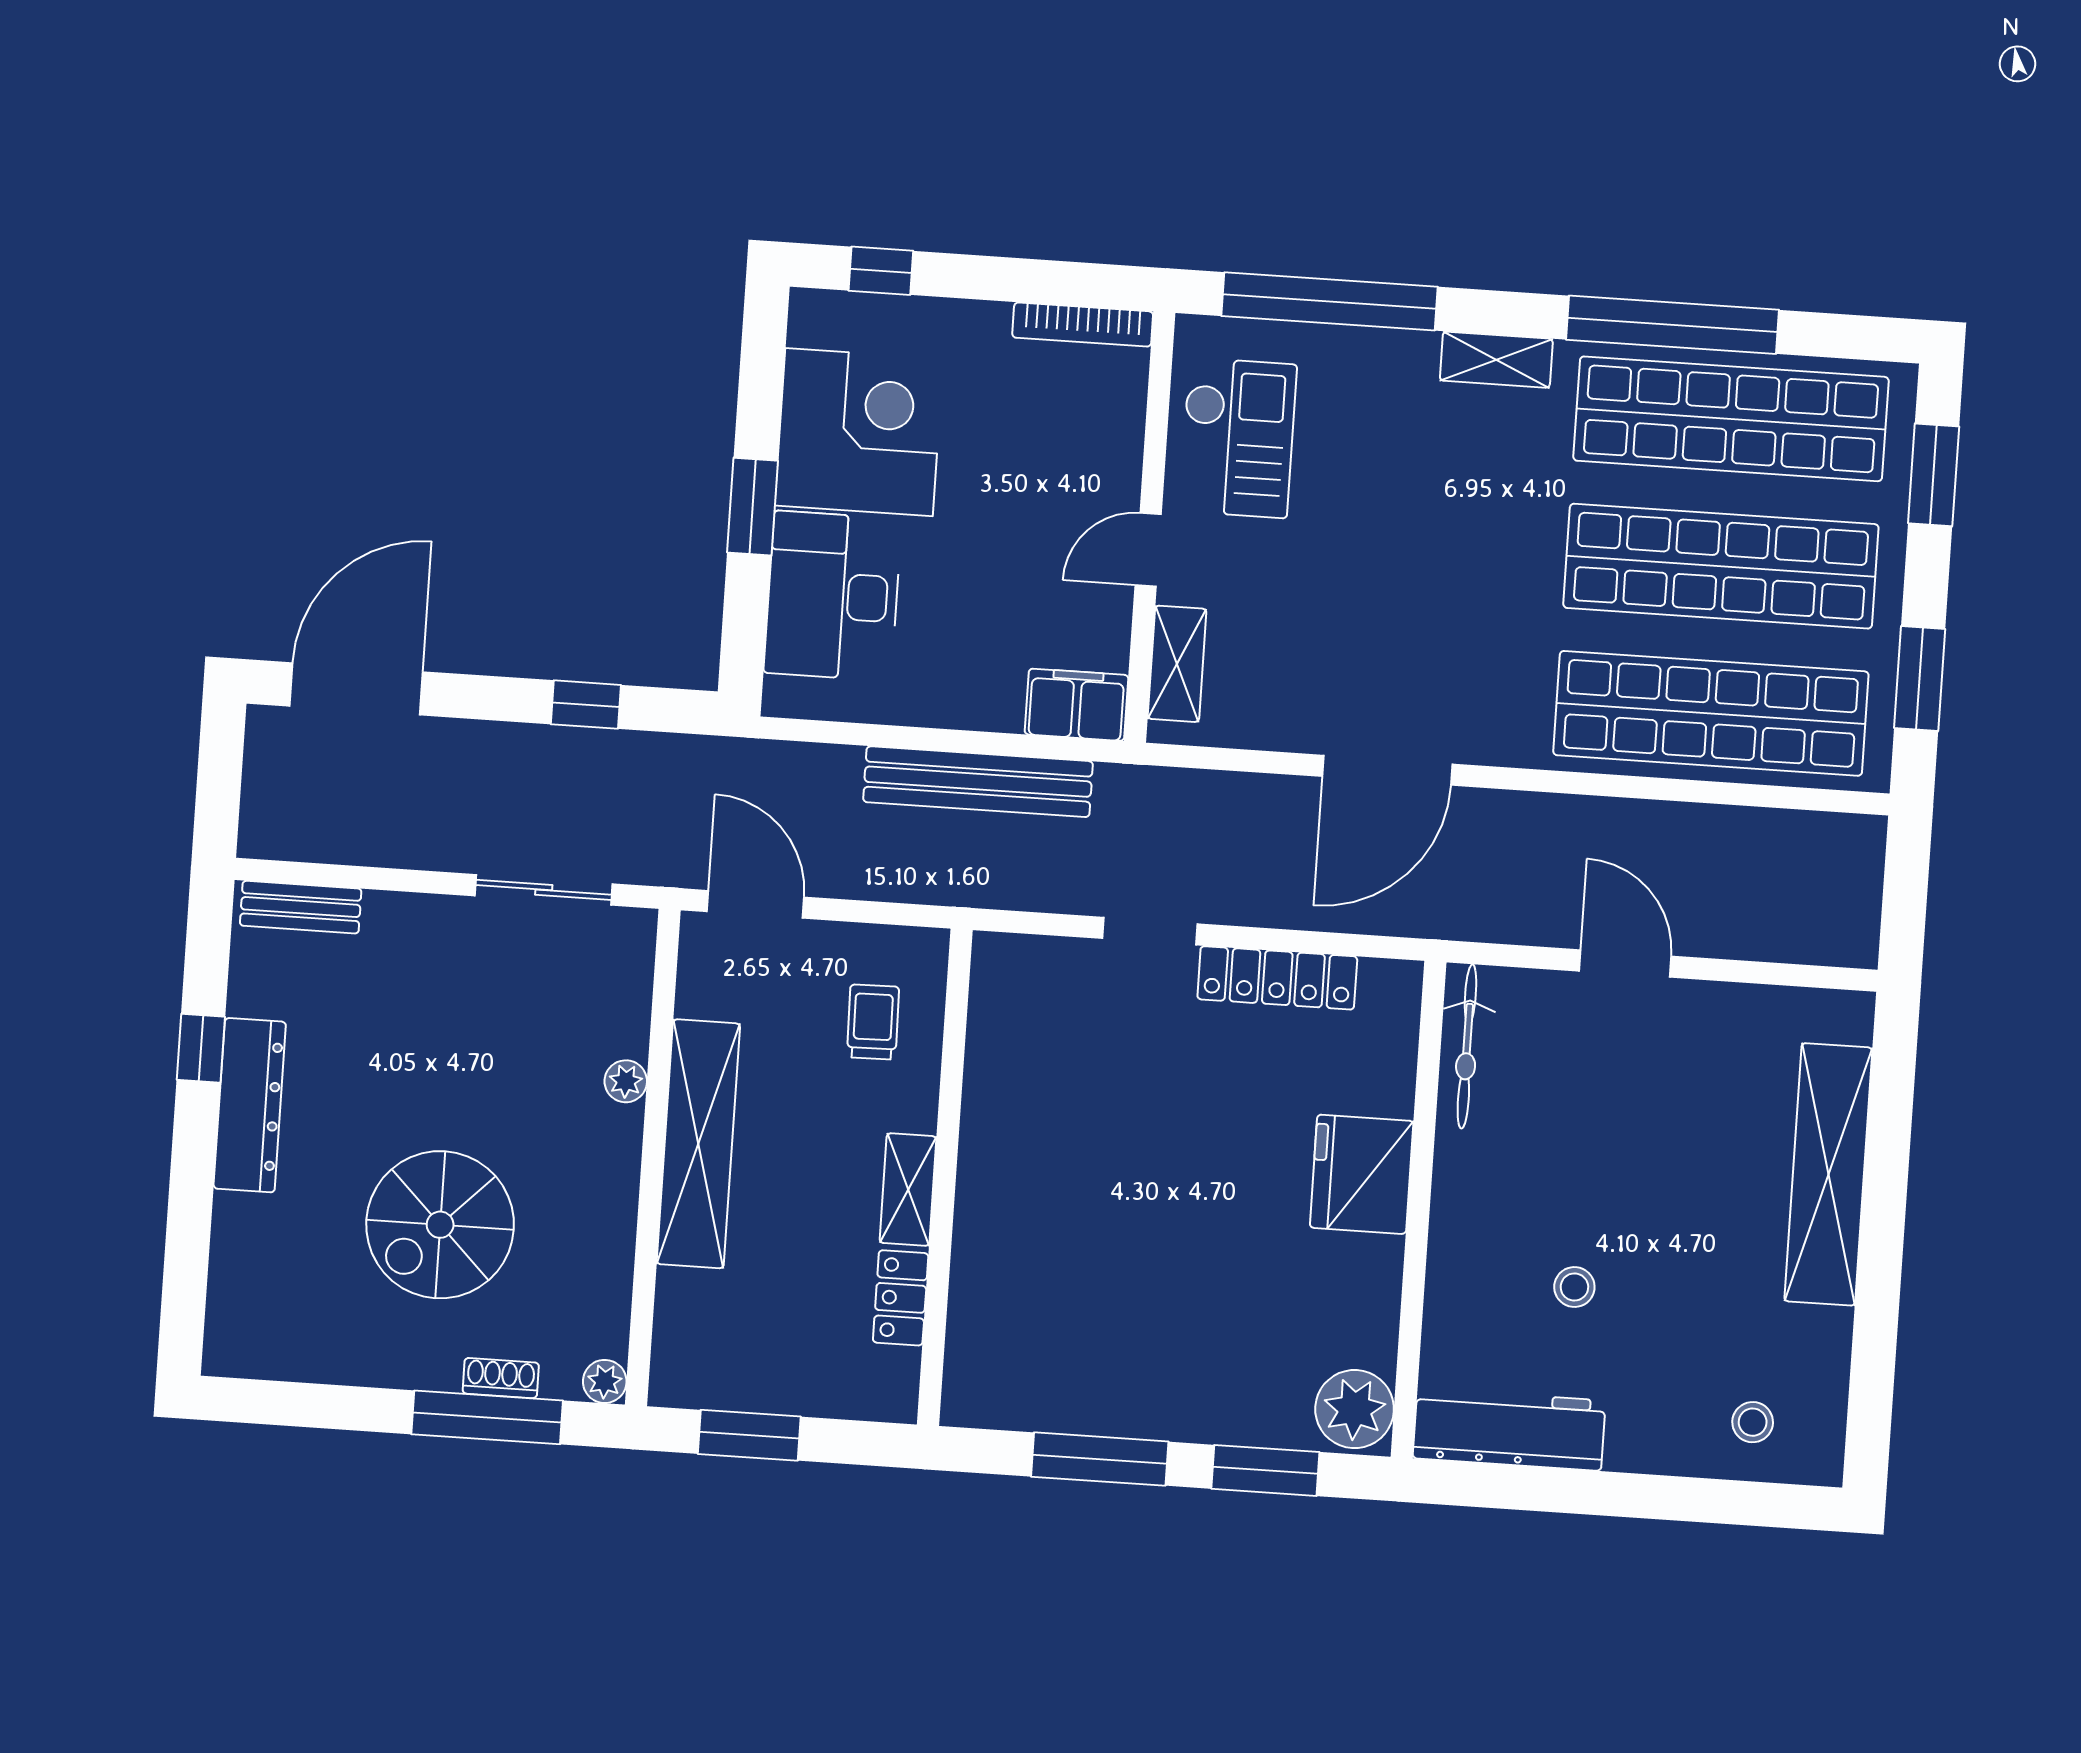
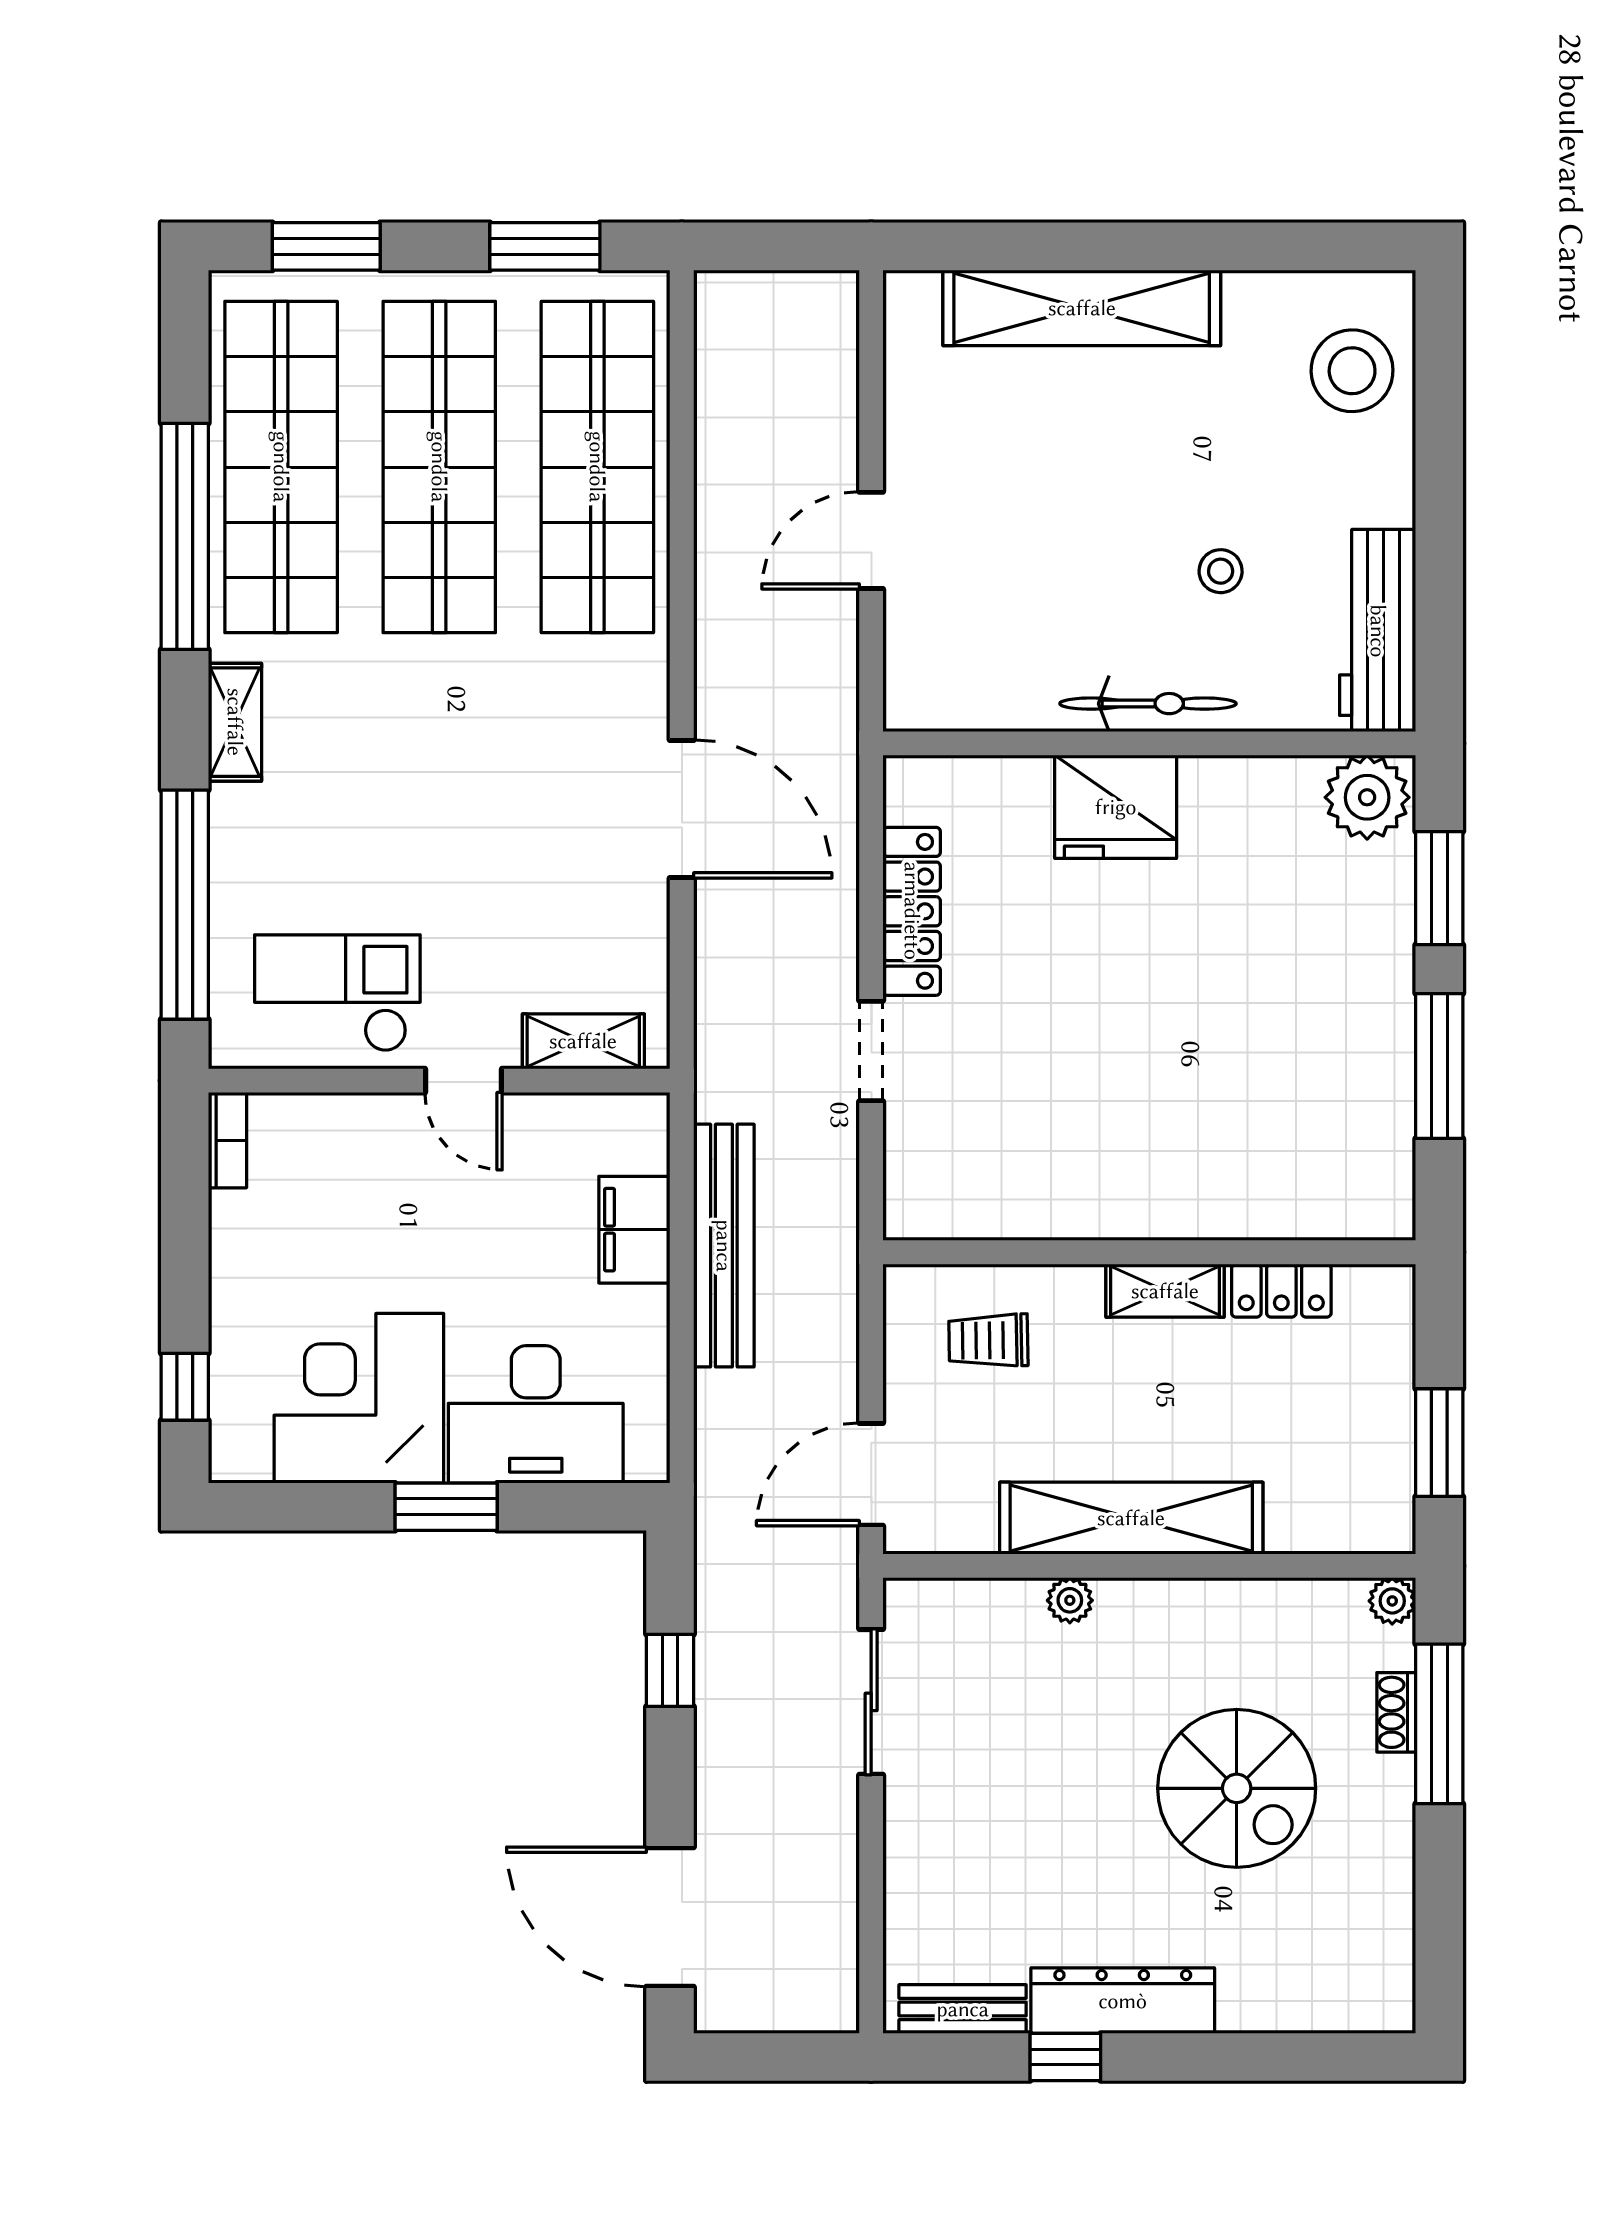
bookcase: (1083, 325) -> (228, 1140), width x0.64
filing cabinet: (1077, 705) -> (634, 1230), moved
bench: (301, 907) -> (963, 2009), moved, turned 90
bicycle: (1467, 1046) -> (1148, 704), moved
stool: (1753, 1422) -> (1352, 371), width x1.89, depth x1.89

